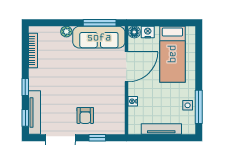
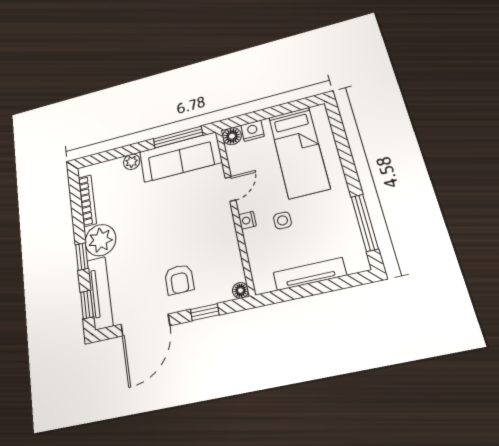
door: (127, 67) -> (231, 189), width x0.53
plant: (39, 79) -> (100, 240), added
nightstand: (133, 101) -> (247, 220), moved
side table: (188, 105) -> (282, 220), moved
floor lamp: (120, 130) -> (240, 290), added

